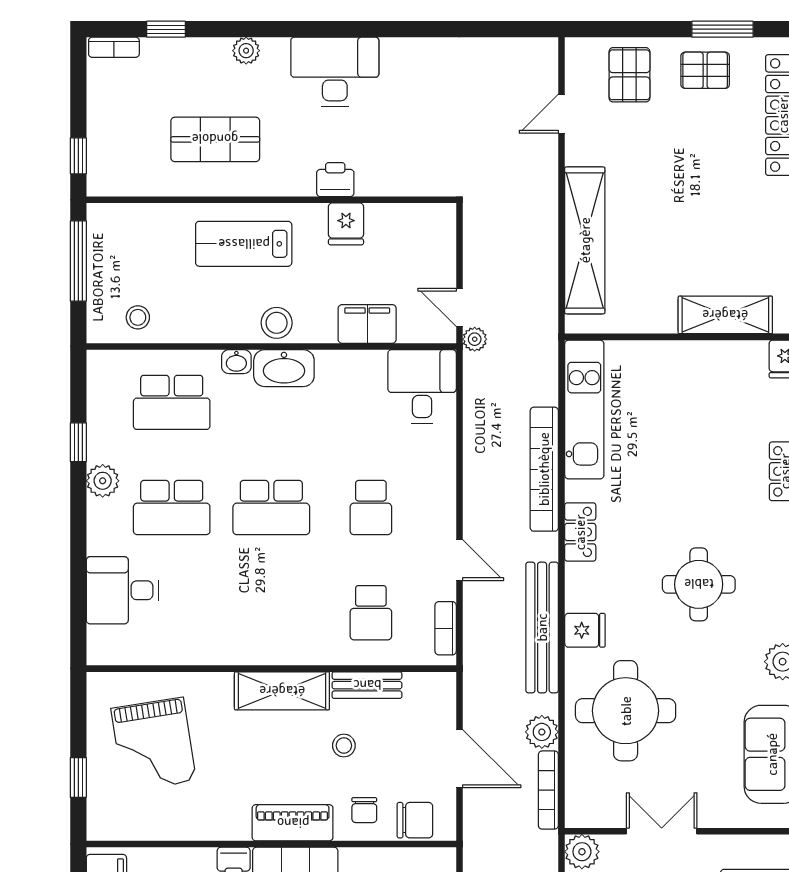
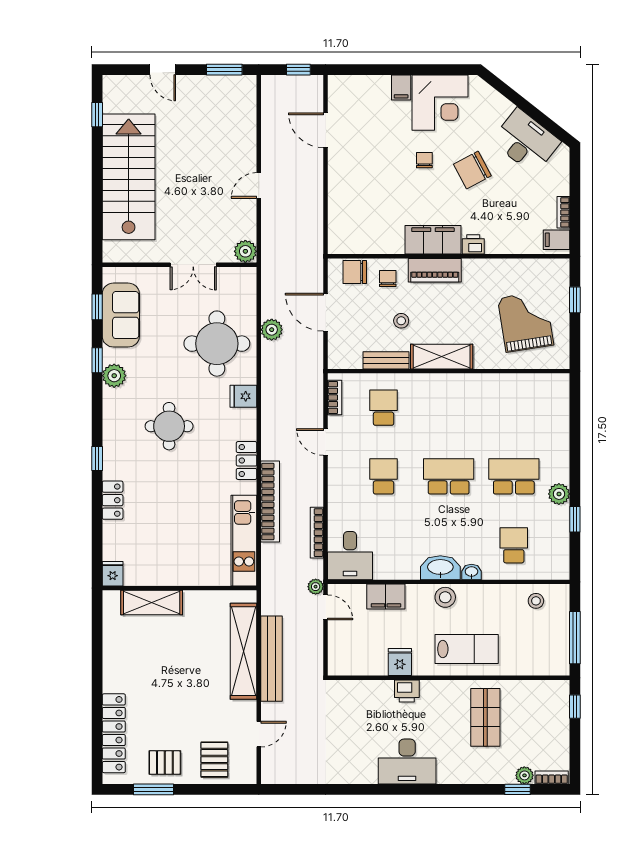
plant: (246, 51) -> (524, 775), moved
shop shelf: (215, 139) -> (485, 717), turned 90
school desk: (172, 402) -> (514, 545), width x0.54
desk: (122, 590) -> (546, 422), removed
bench: (542, 627) -> (271, 659), moved
bookcase: (548, 790) -> (317, 533), moved, turned 180

